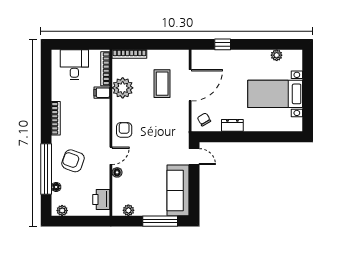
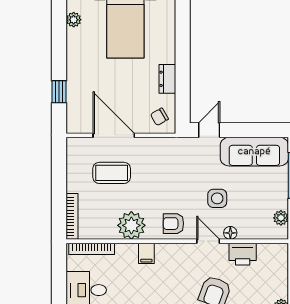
plant: (123, 88) -> (131, 225), moved
filing cabinet: (102, 93) -> (146, 253), moved
side table: (143, 163) -> (217, 198), added
printer: (101, 199) -> (243, 254), moved

